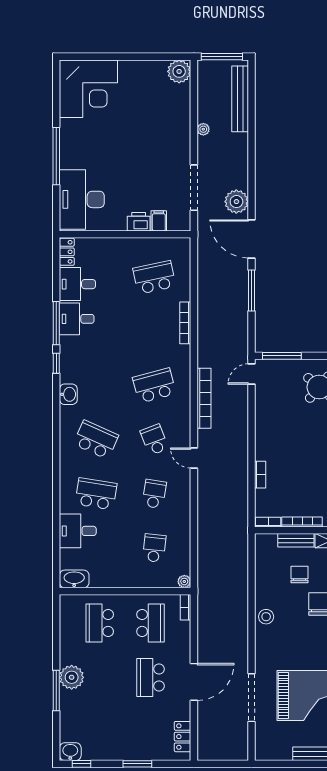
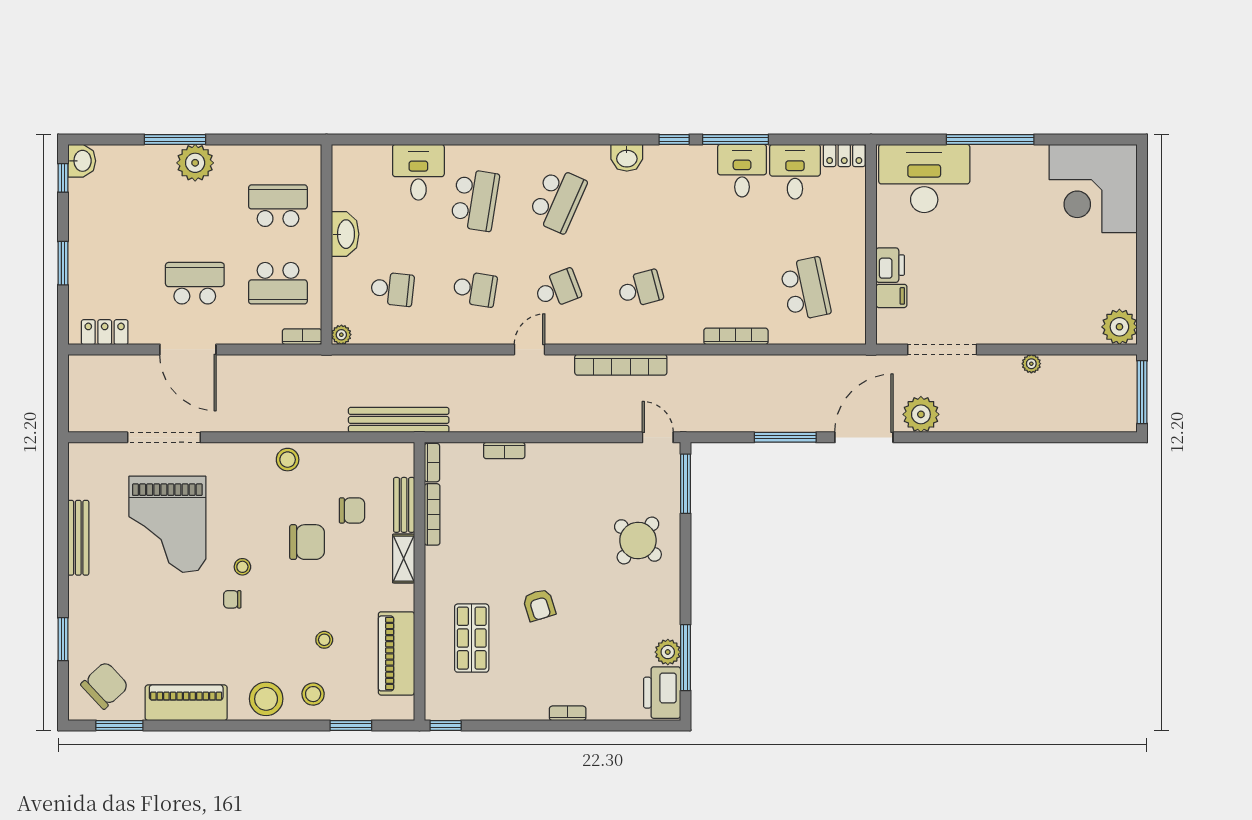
bench: (240, 99) -> (399, 420), moved
school desk: (154, 386) -> (640, 289), width x0.54
washbasin: (74, 579) -> (345, 234), moved

